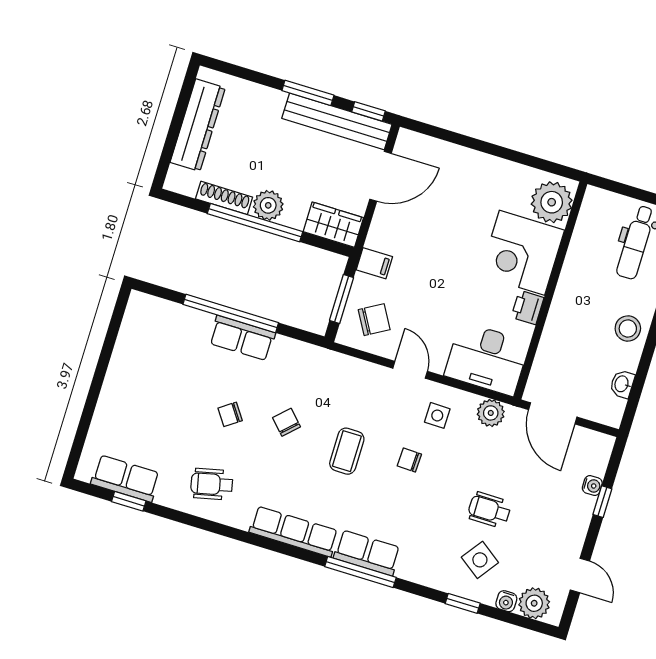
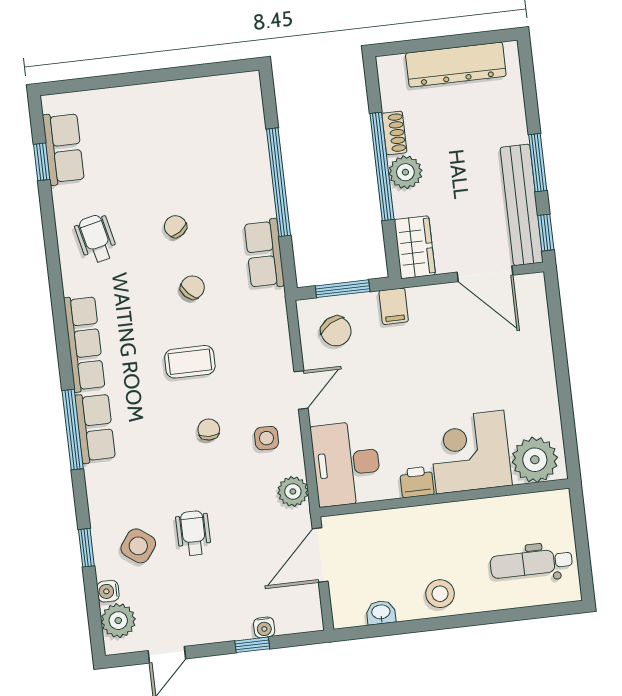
shoe rack: (224, 198) -> (394, 133), width x0.70
row of seats: (242, 338) -> (264, 254), moved

